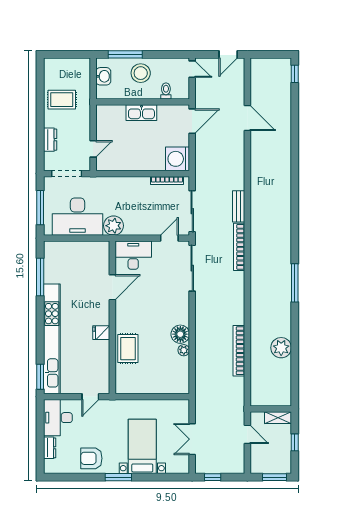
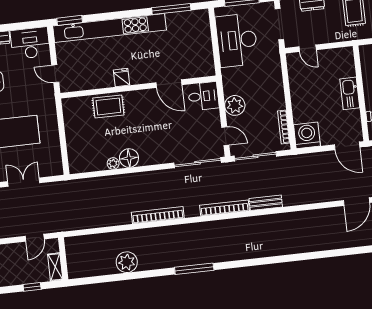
plant: (114, 226) -> (235, 105), moved
desk: (133, 255) -> (203, 96), width x0.73
bookcase: (239, 351) -> (158, 215), moved

